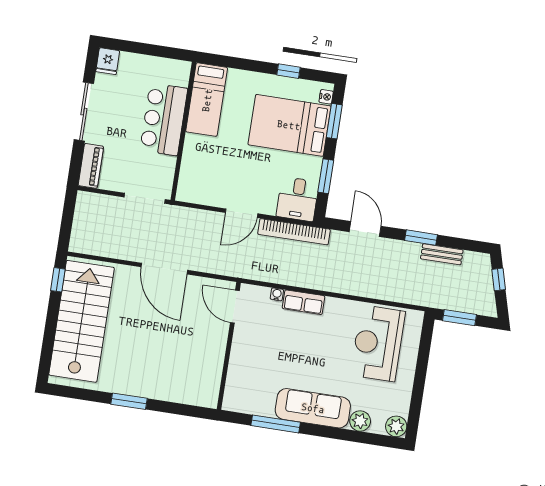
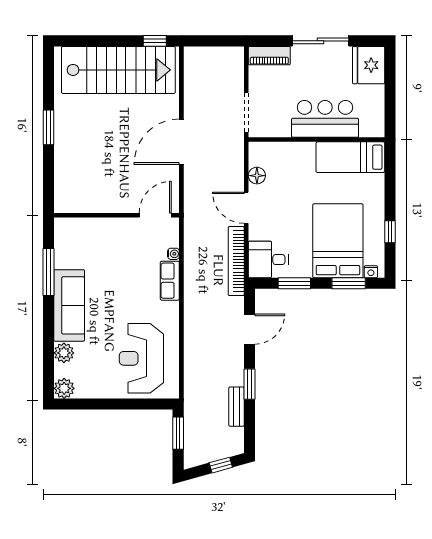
fridge: (108, 61) -> (369, 65), width x1.88, depth x1.34
floor lamp: (211, 197) -> (257, 176), added
reception desk: (378, 343) -> (141, 358), turned -90

